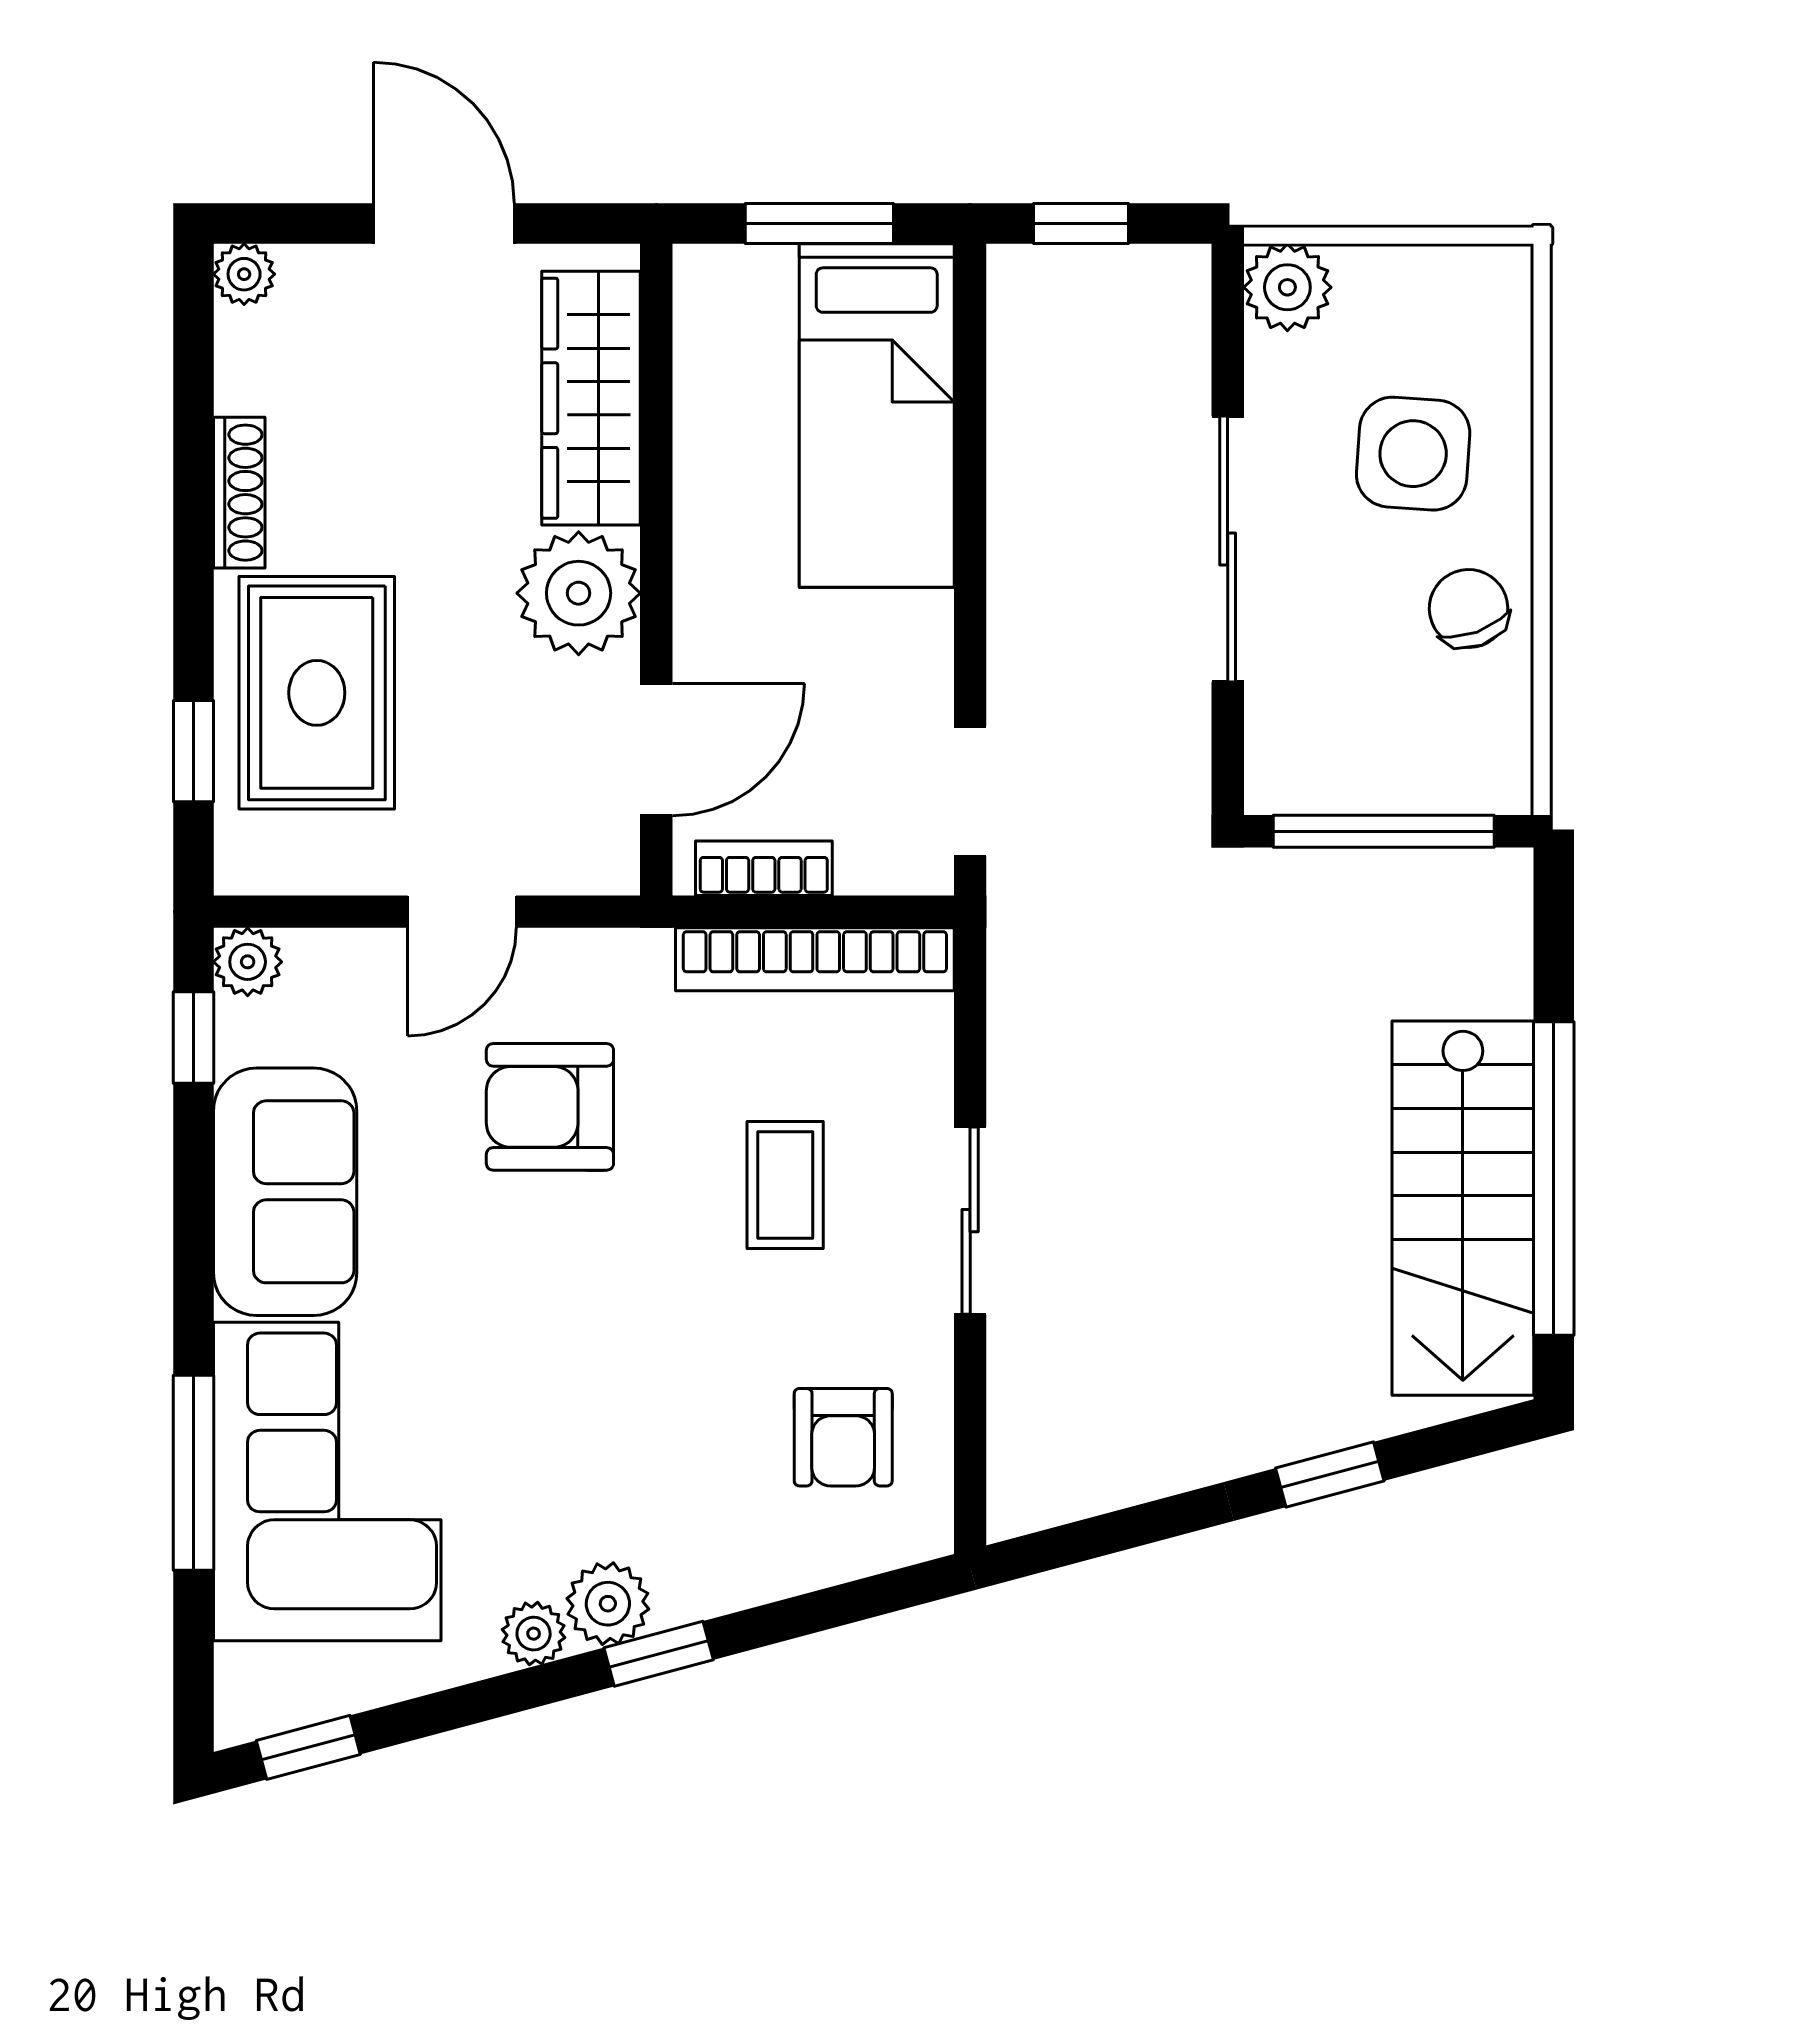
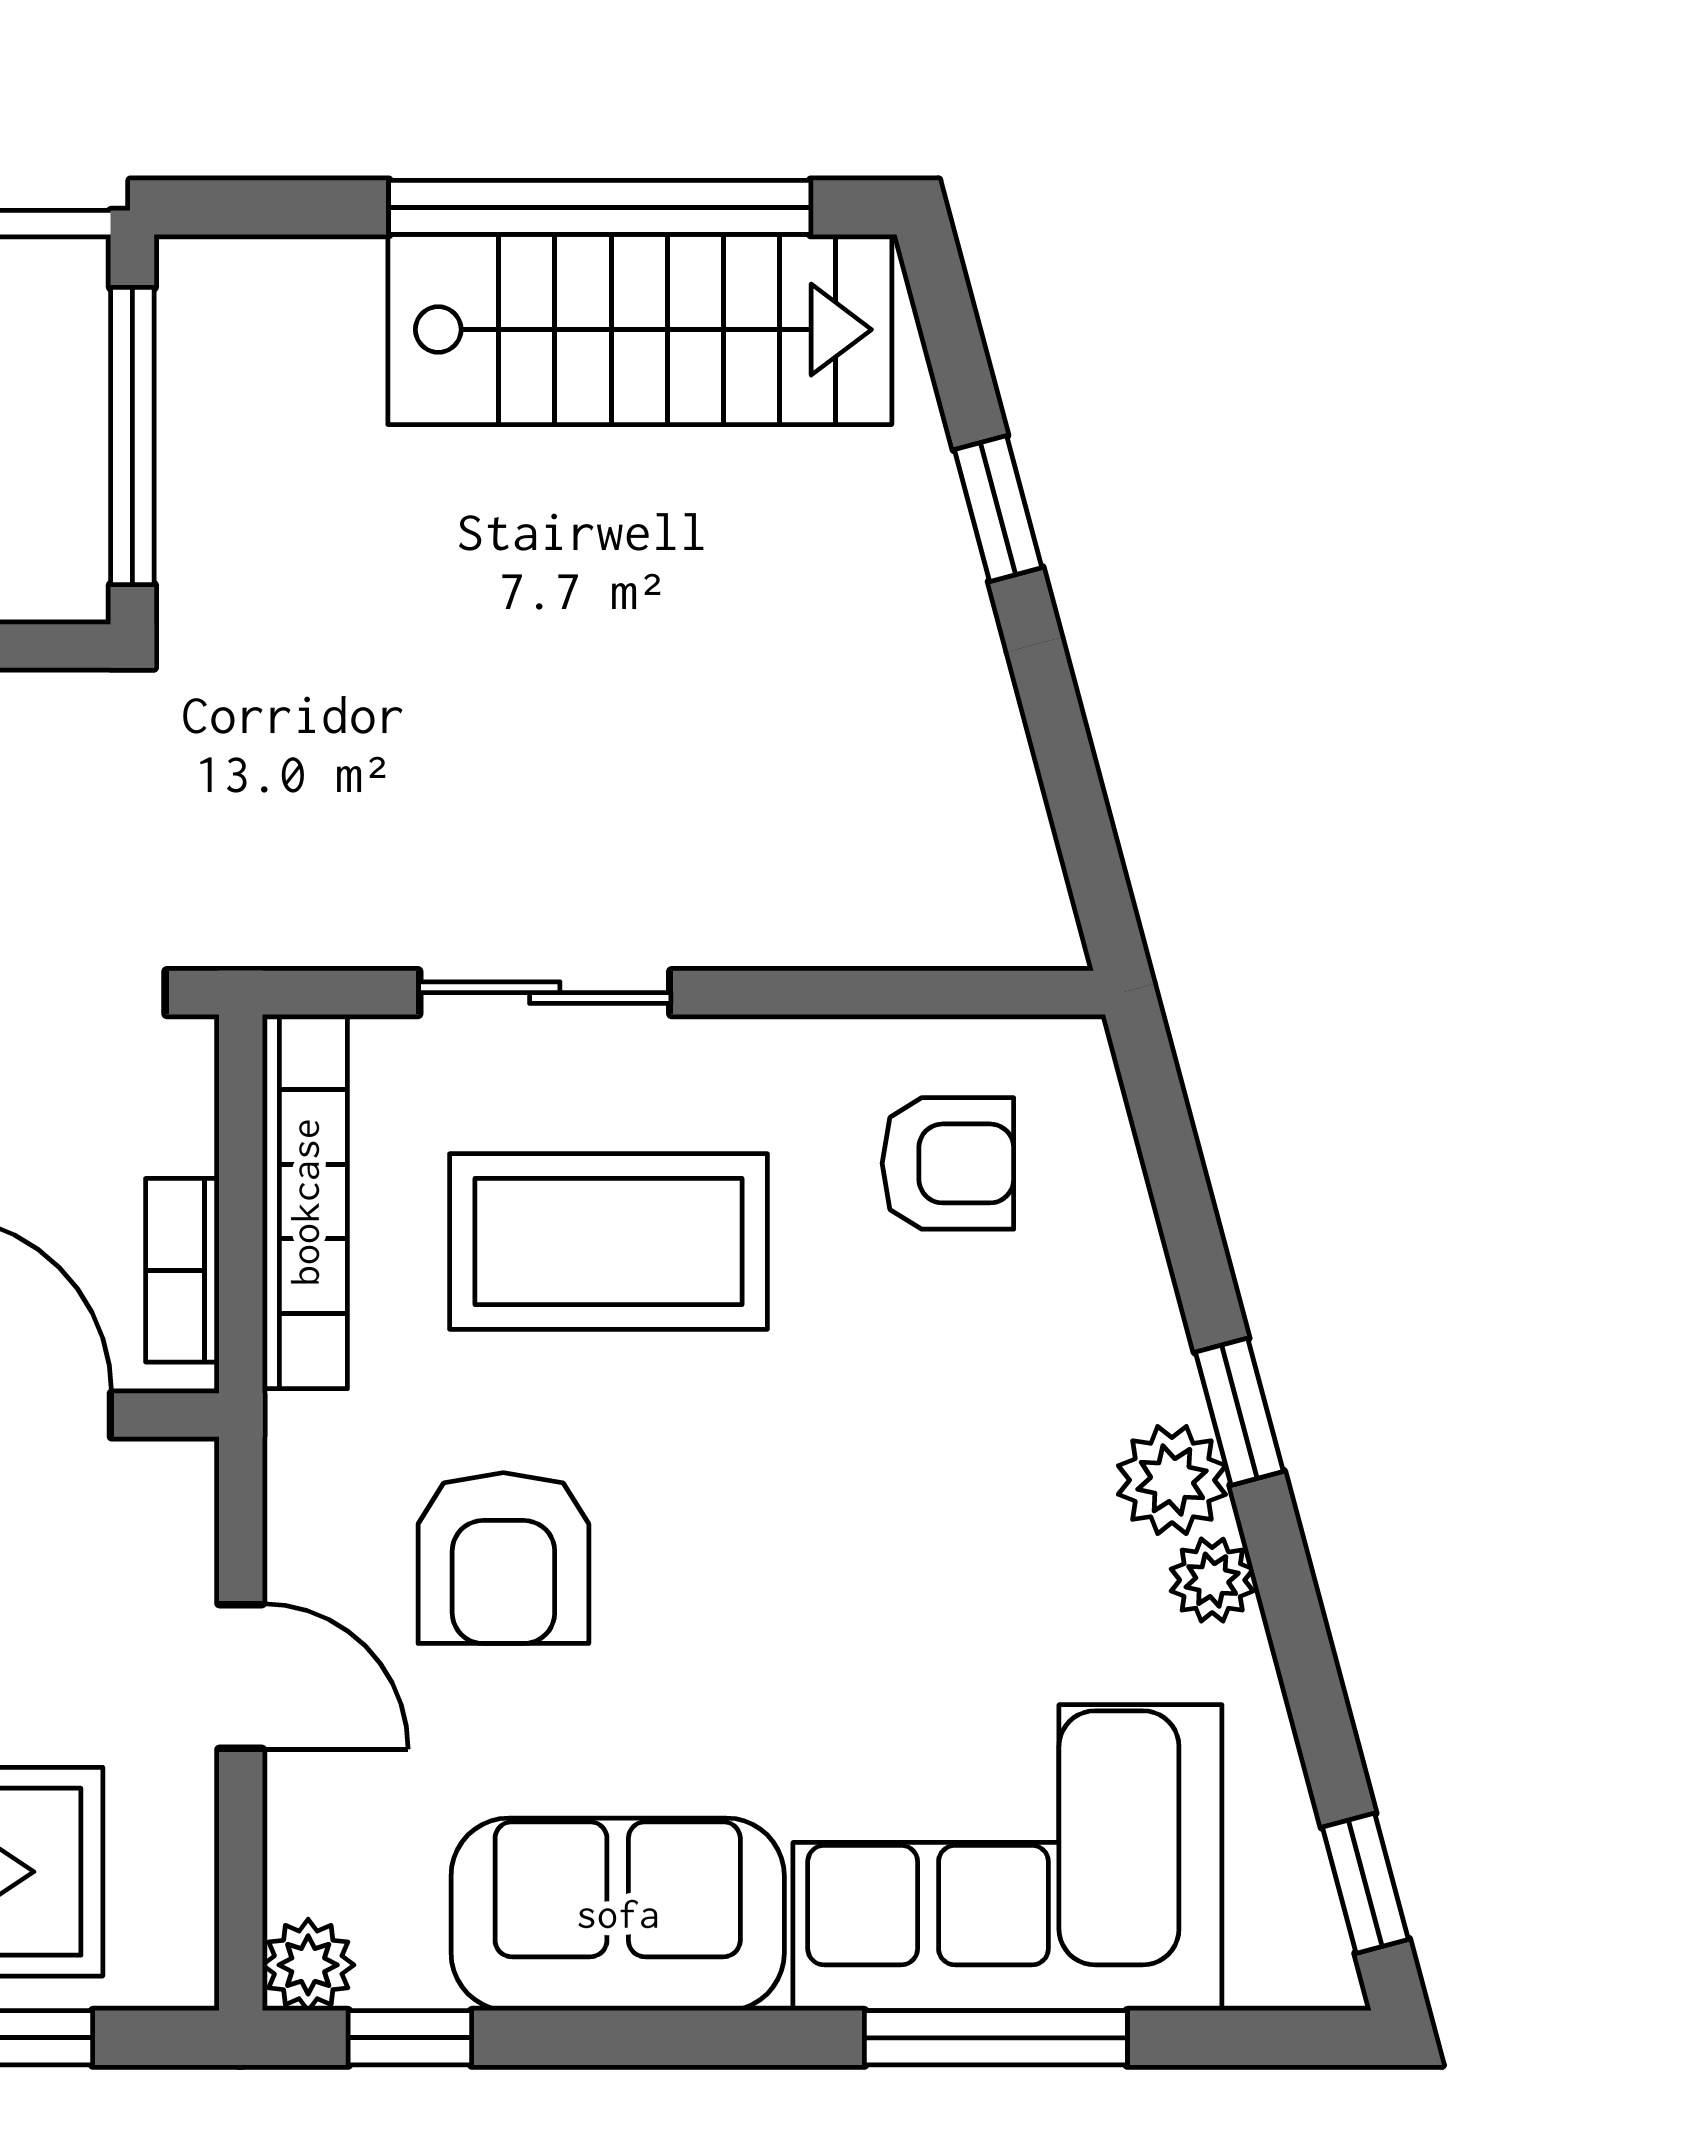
coffee table: (785, 1185) -> (609, 1241), width x1.86, depth x1.72
sliding door: (970, 1221) -> (545, 993), moved

